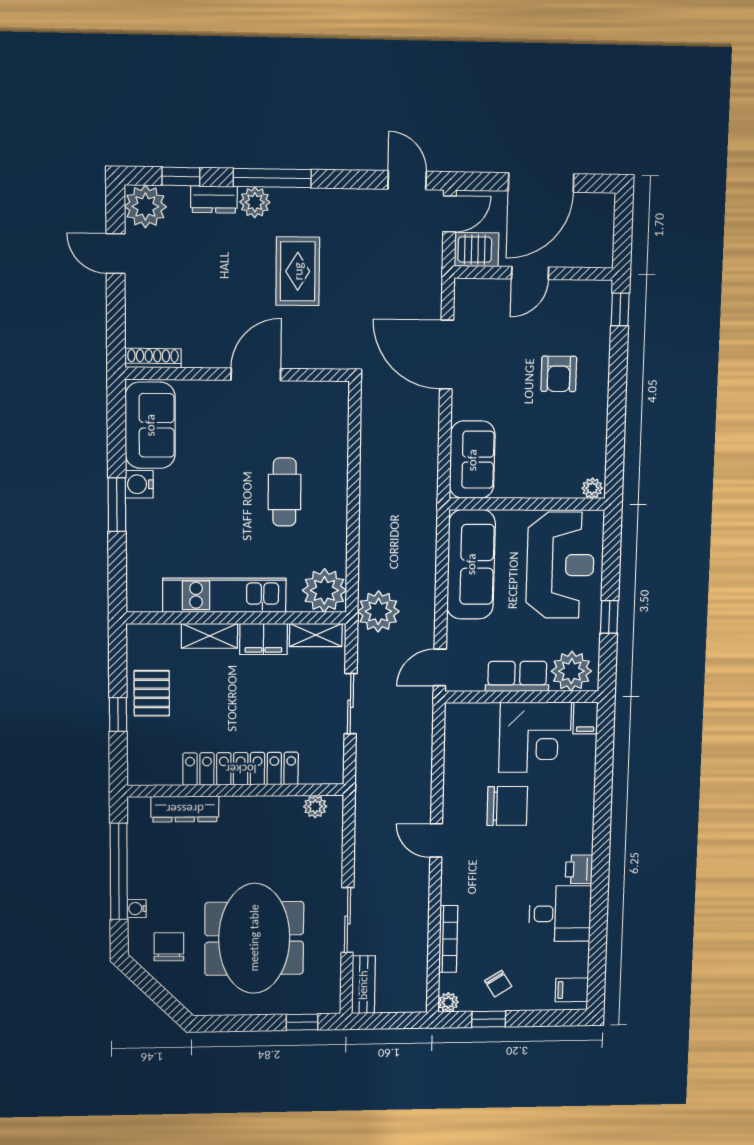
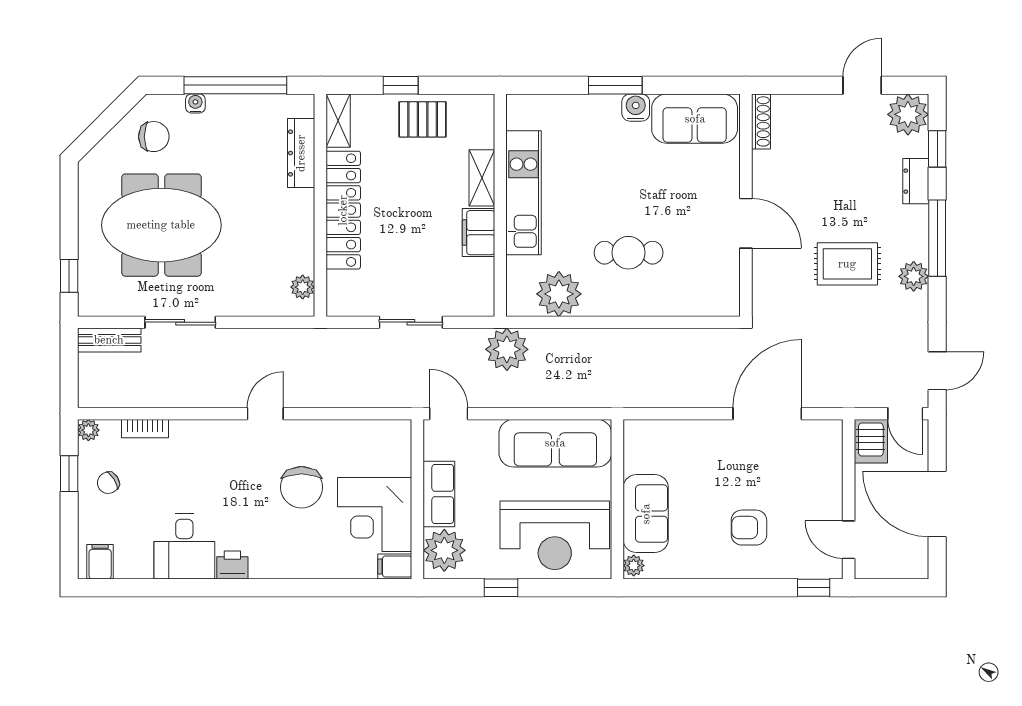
plant: (255, 202) -> (914, 276), moved
door: (530, 273) -> (849, 540), moved
sofa: (472, 460) -> (646, 514), moved, turned -90
plant: (324, 590) -> (559, 294), moved
shelving: (316, 635) -> (338, 121), moved
bookcase: (448, 939) -> (145, 429), width x0.64

